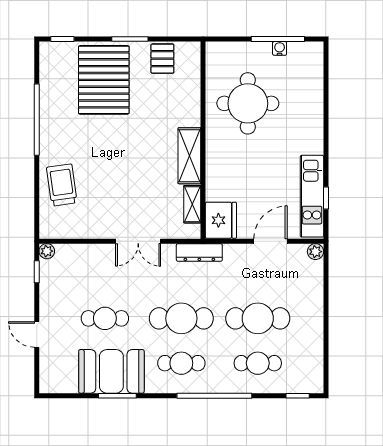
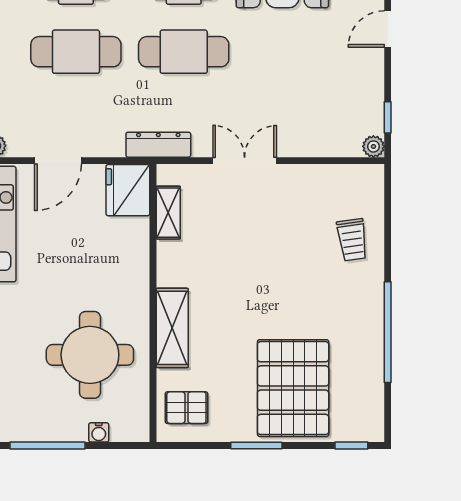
water cooler: (280, 48) -> (99, 432), moved
pallet: (162, 59) -> (186, 408), moved, turned 90
shelving: (189, 156) -> (172, 328), moved
trolley: (62, 185) -> (352, 240), width x0.73, depth x0.72
cafe table: (105, 318) -> (291, 52), removed
door: (37, 334) -> (388, 29), swing flipped

